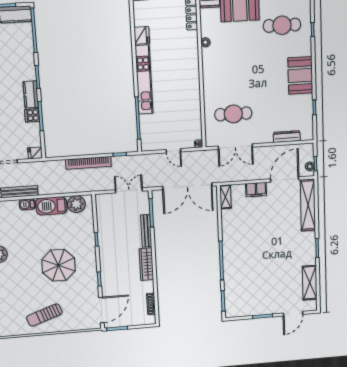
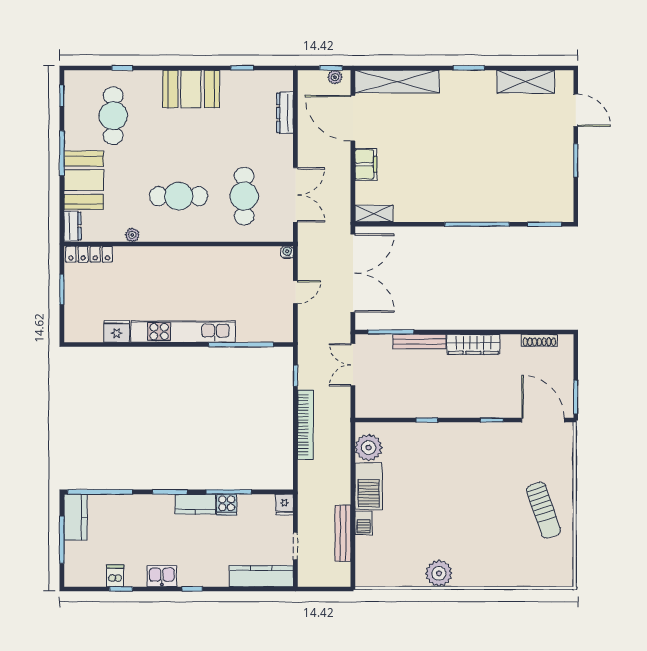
cafe table: (232, 71) -> (179, 196), added
parasol: (58, 265) -> (464, 482), removed

